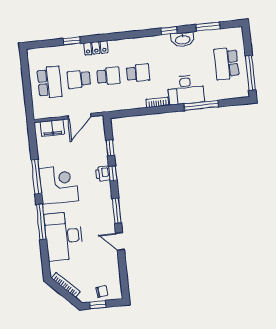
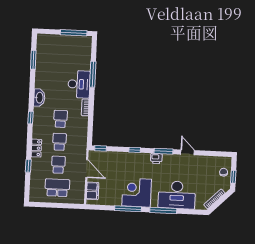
window: (169, 31) -> (30, 118), moved
washbasin: (183, 39) -> (39, 98), moved
school desk: (226, 64) -> (64, 50), removed
school desk: (79, 79) -> (58, 165), turned 180
window: (110, 148) -> (101, 148), moved
printer: (103, 174) -> (156, 158), moved
door: (120, 242) -> (187, 152), swing flipped

